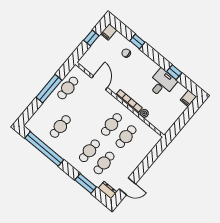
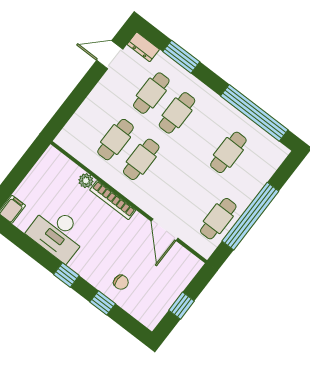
filing cabinet: (109, 32) -> (152, 317), removed
window: (174, 72) -> (66, 275), moved
desk: (162, 83) -> (58, 233), width x1.37
window: (49, 89) -> (250, 216), width x1.46

